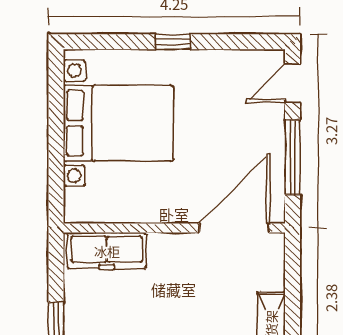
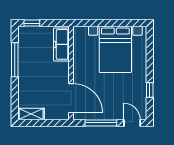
window: (173, 42) -> (150, 90), moved

